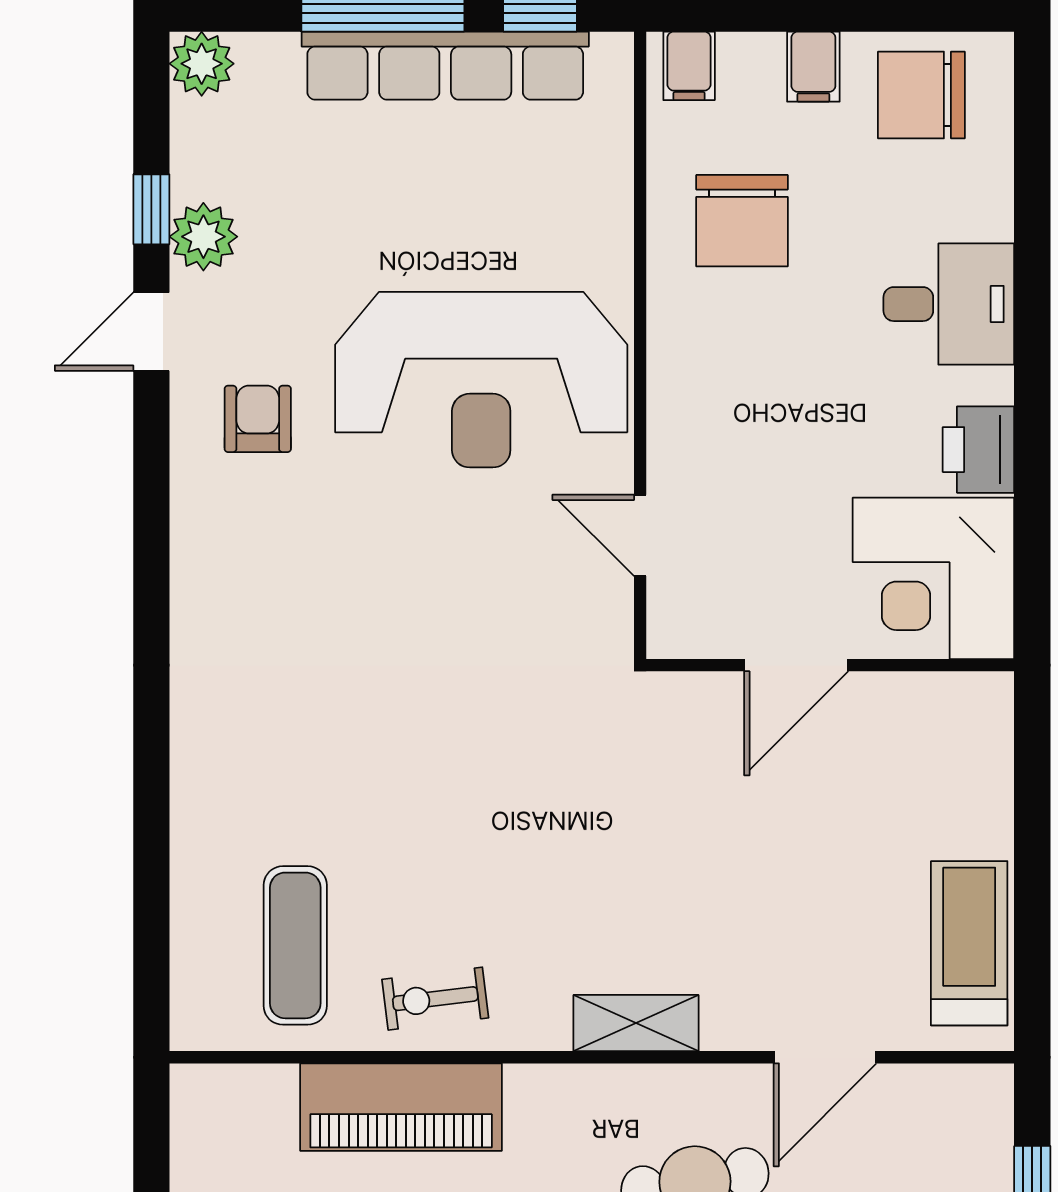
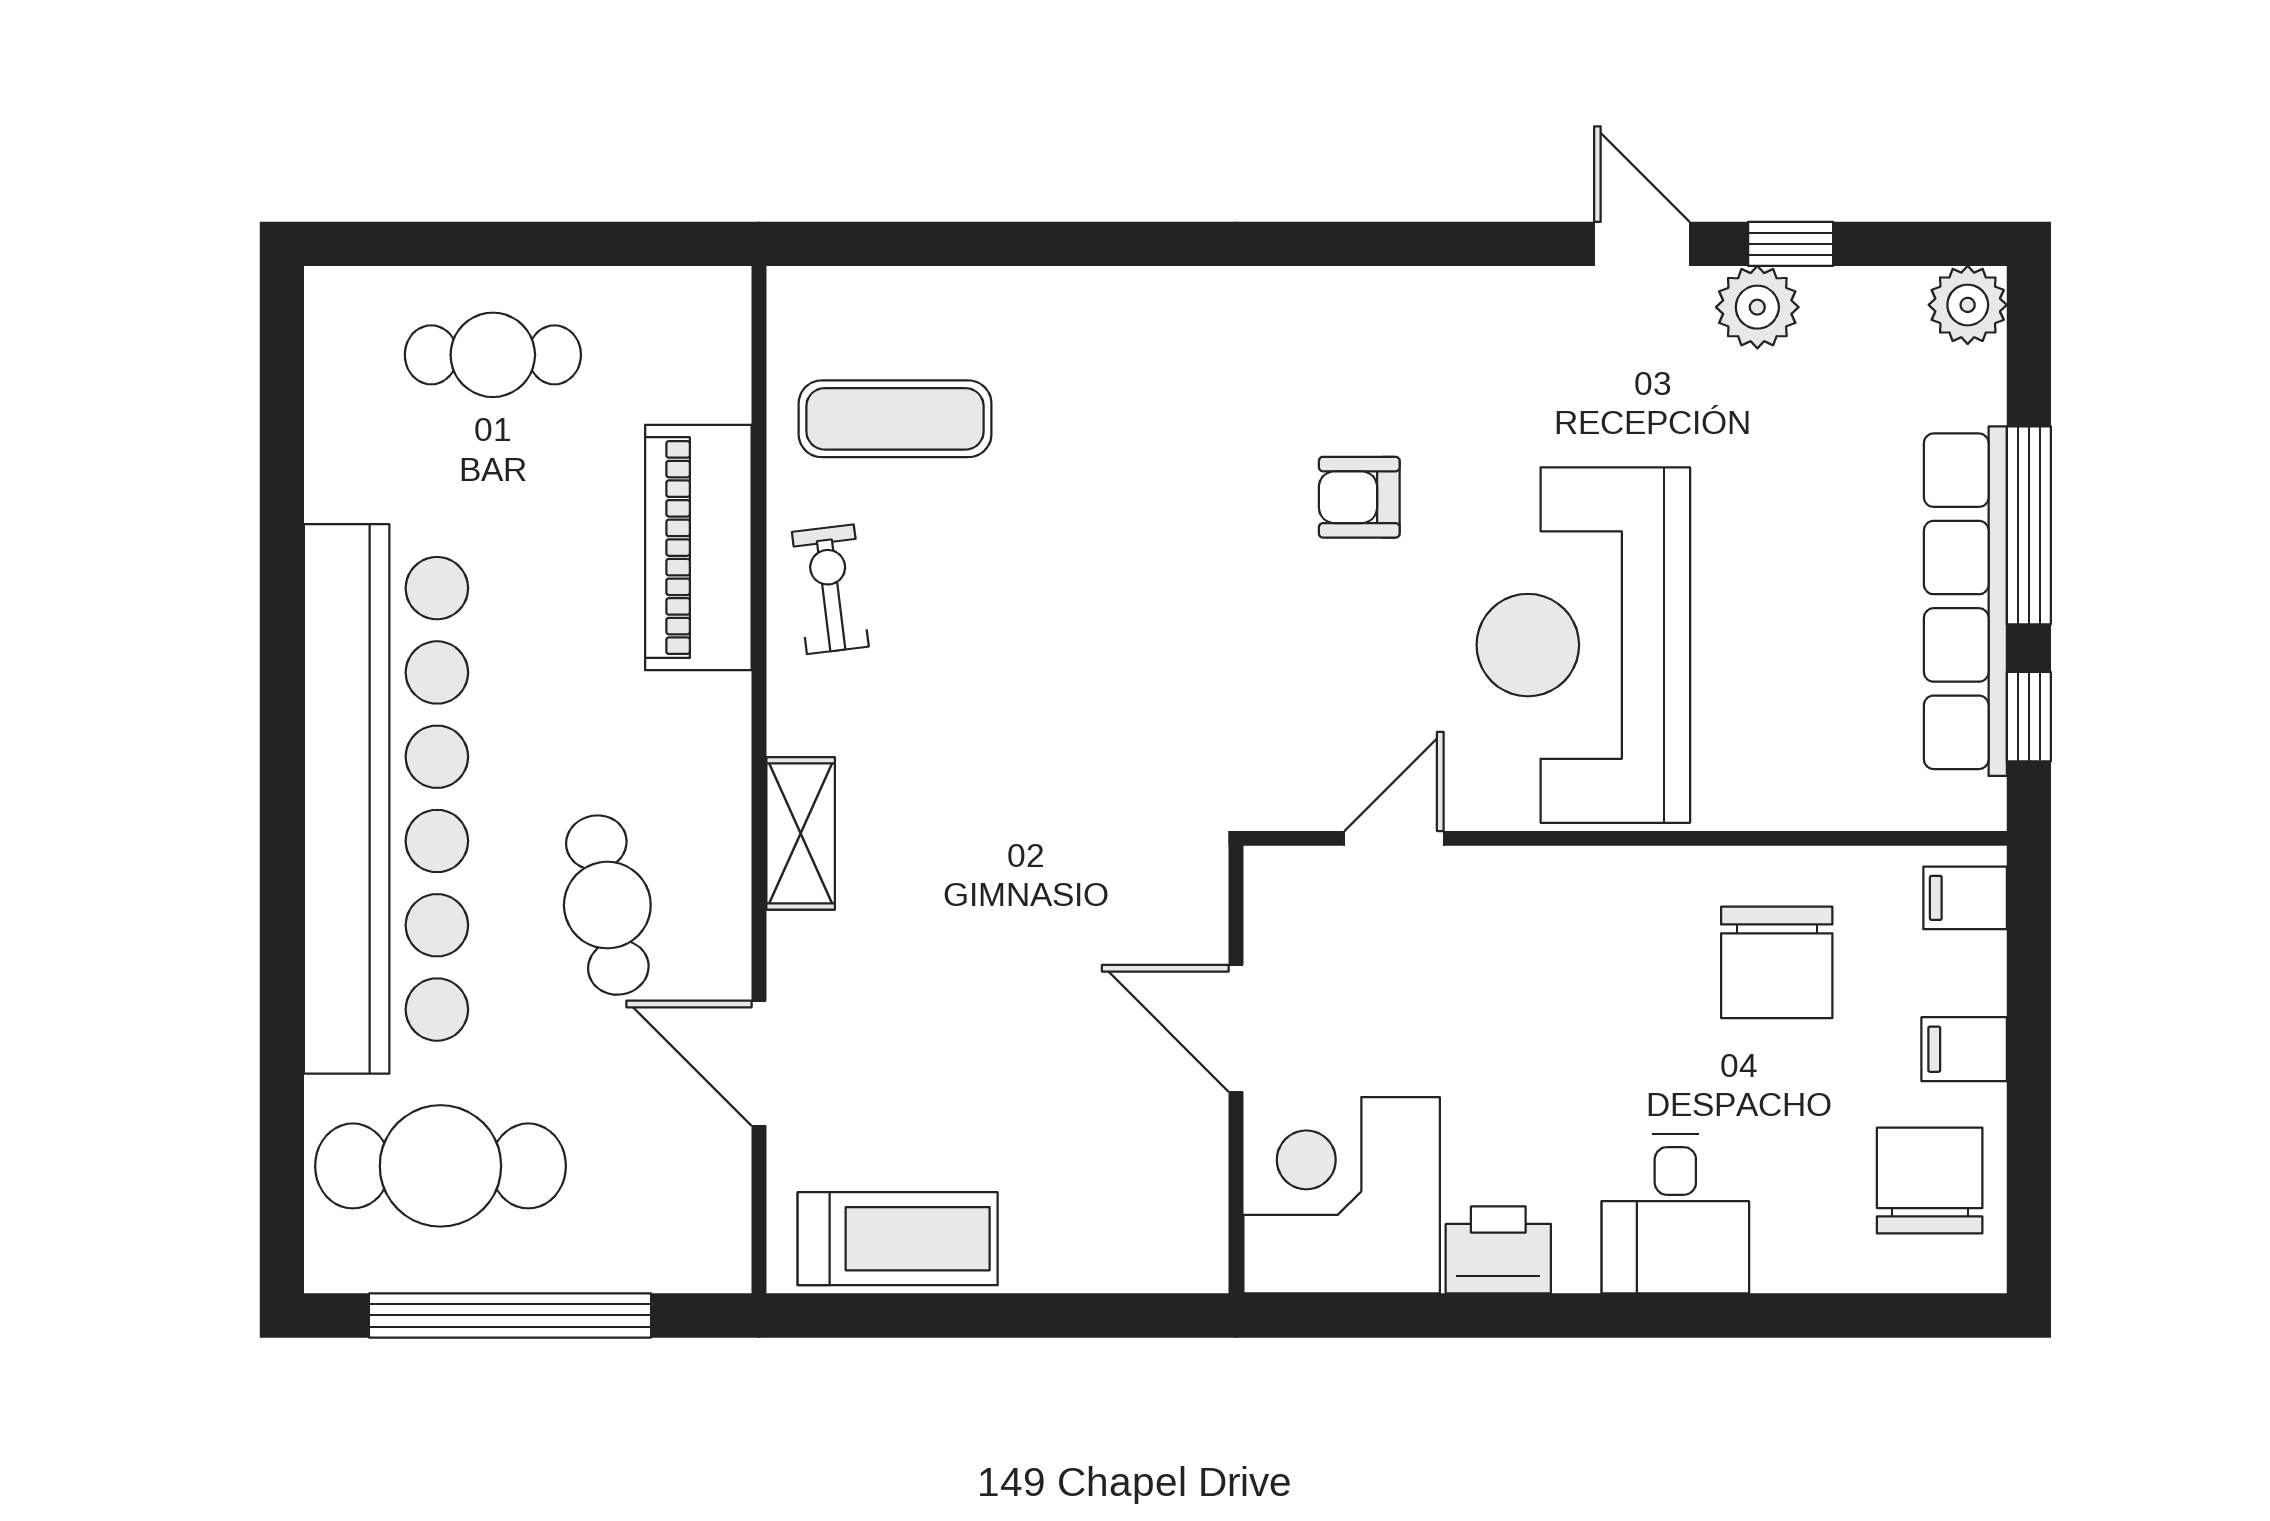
chair: (742, 221) -> (1777, 962), turned -90
armchair: (258, 419) -> (1359, 497), moved, turned 180

